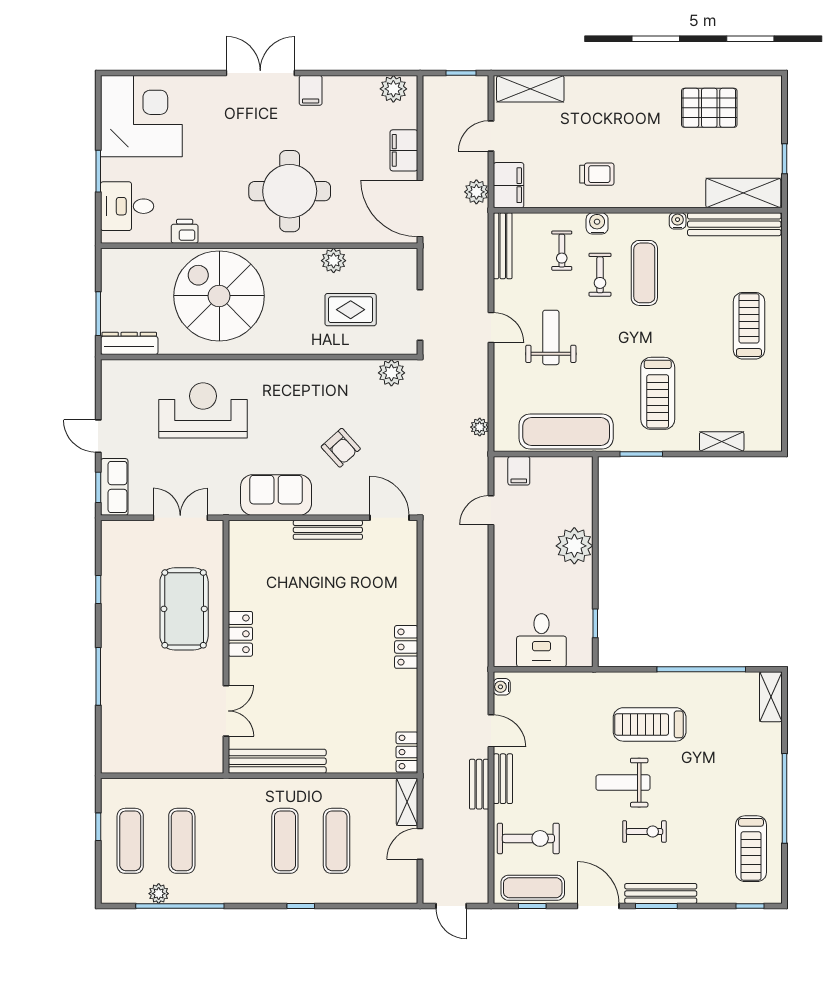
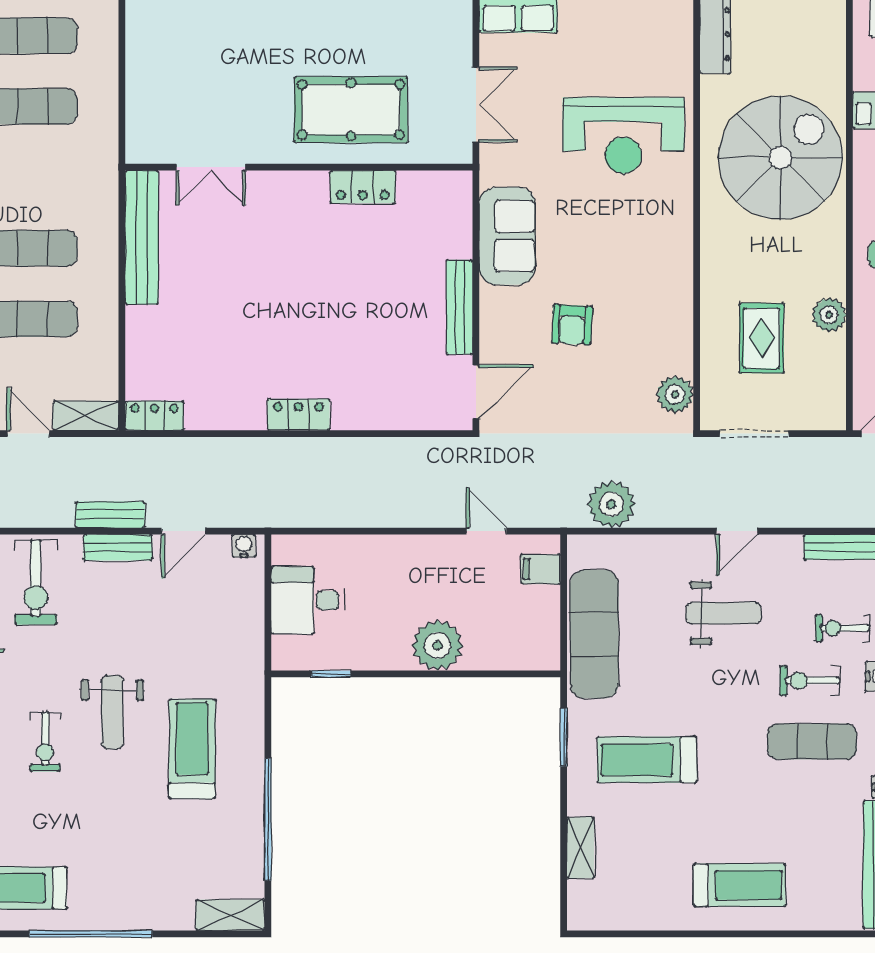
reception desk: (203, 410) -> (623, 136), turned 90
plant: (480, 427) -> (611, 504), width x1.88, depth x1.88
armchair: (341, 448) -> (572, 325), turned -45
locker: (240, 634) -> (363, 187), moved
weight bench: (623, 783) -> (112, 712), turned 180

